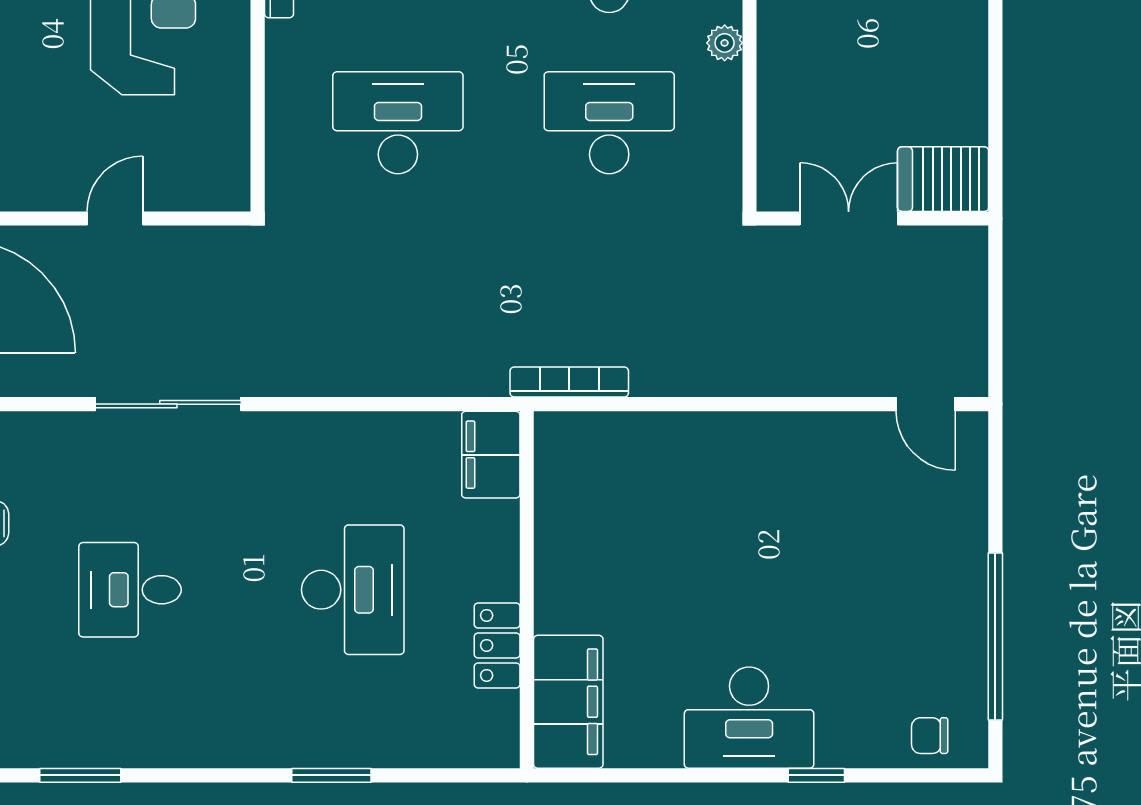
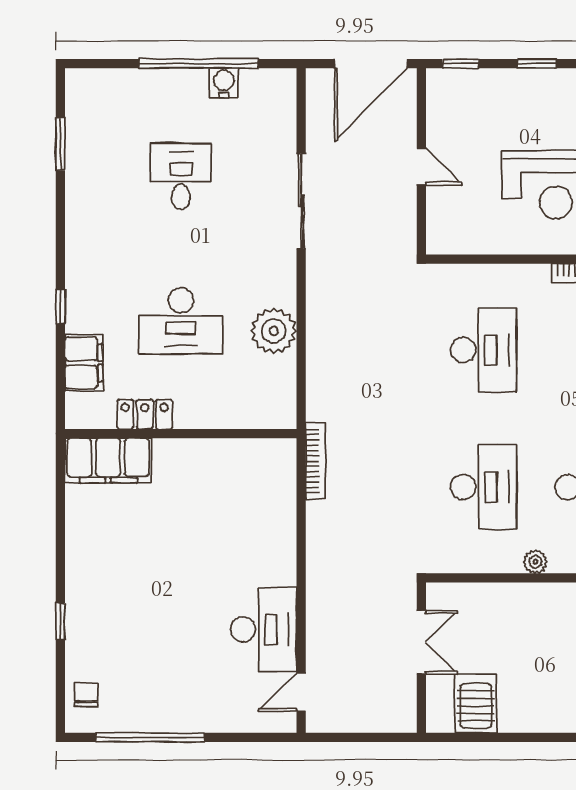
server rack: (943, 179) -> (476, 704), moved
plant: (368, 446) -> (274, 331), added
filing cabinet: (491, 455) -> (84, 363), moved, turned 90
desk: (749, 718) -> (264, 629), moved, turned 180
window: (331, 775) -> (60, 307), width x0.67

